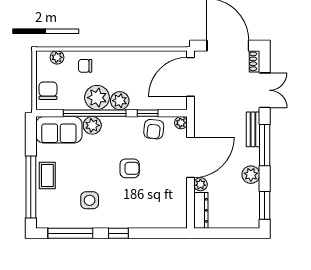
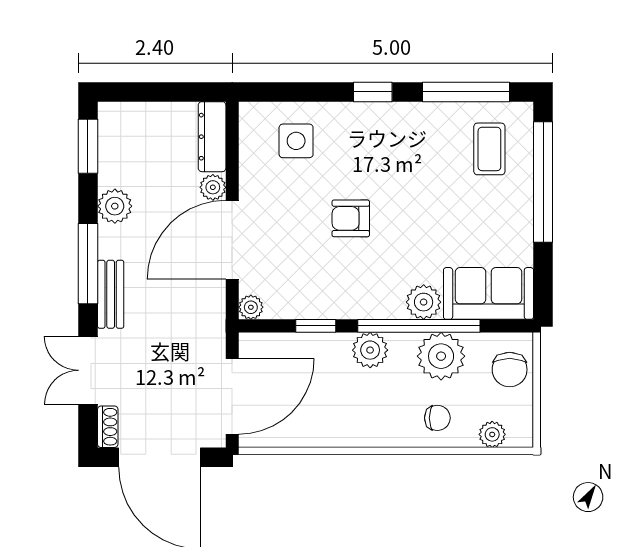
plant: (97, 98) -> (441, 356), moved
armchair: (154, 129) -> (304, 295), removed
coffee table: (47, 175) -> (489, 149), moved
side table: (90, 200) -> (296, 141), moved

